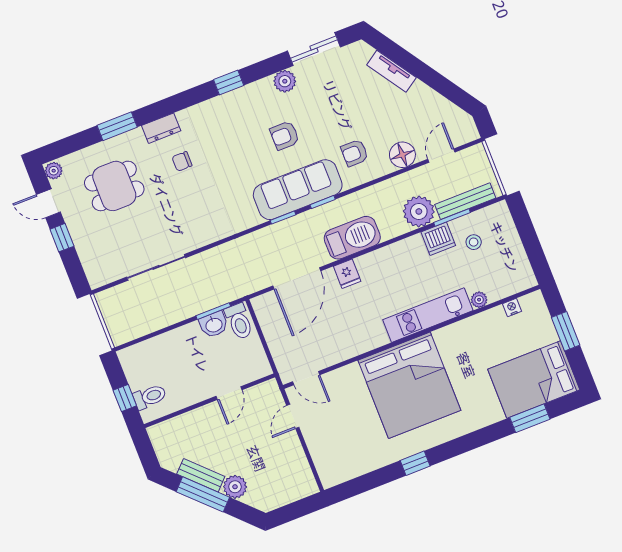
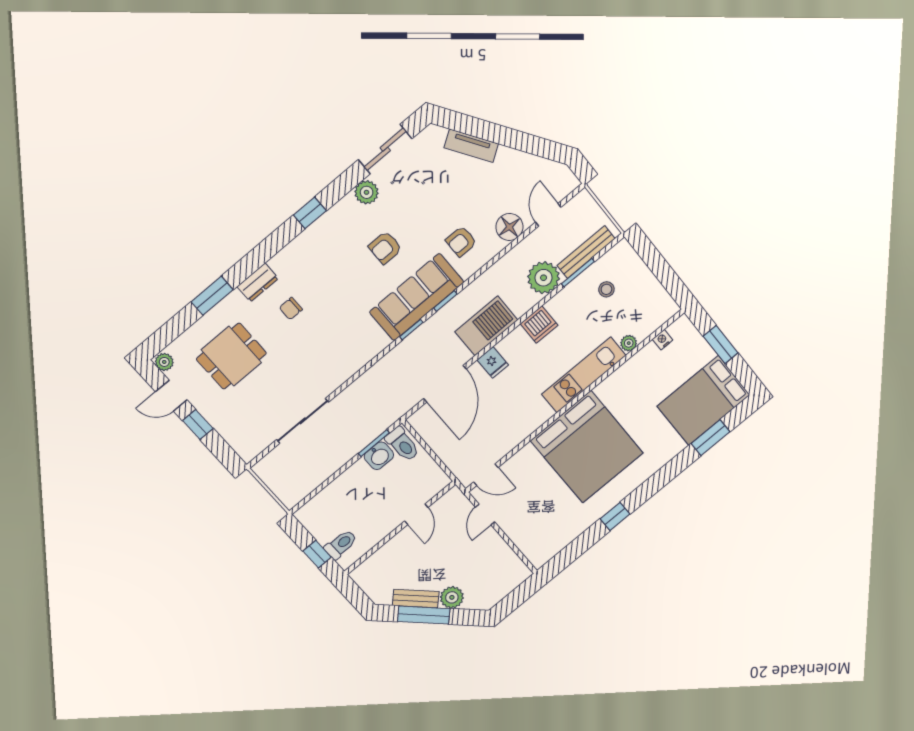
dishwasher: (438, 239) -> (539, 325), moved

